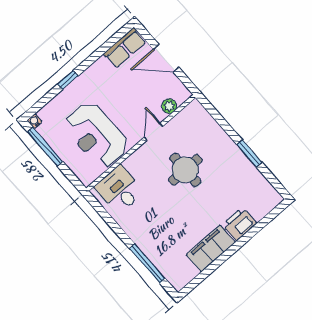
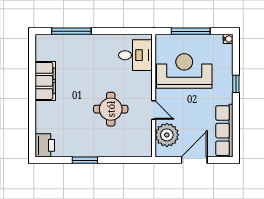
row of seats: (125, 48) -> (224, 131), width x1.48
plant: (169, 106) -> (167, 135), width x1.88, depth x1.88
window: (45, 147) -> (191, 31), moved
printer: (239, 224) -> (45, 145), moved

